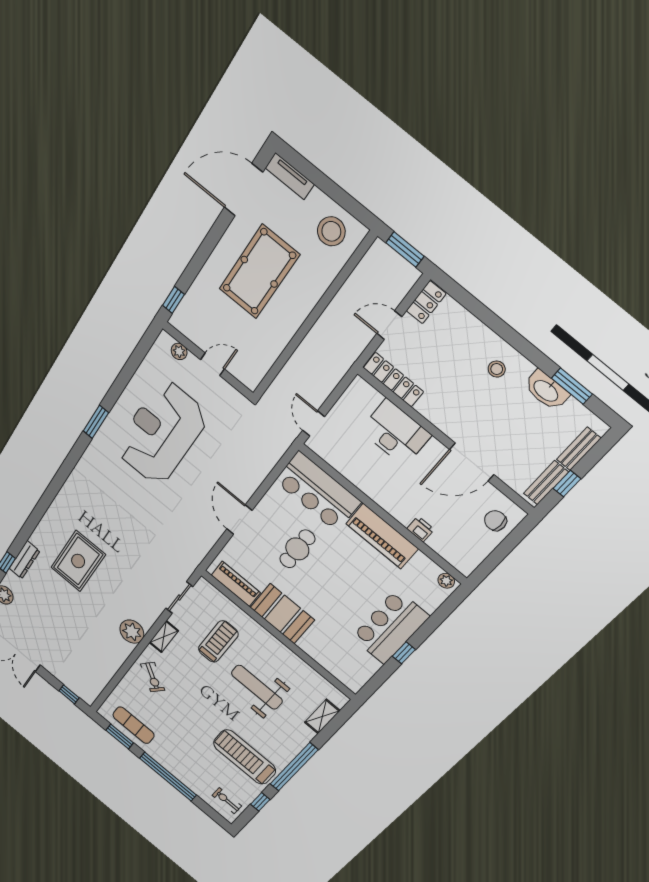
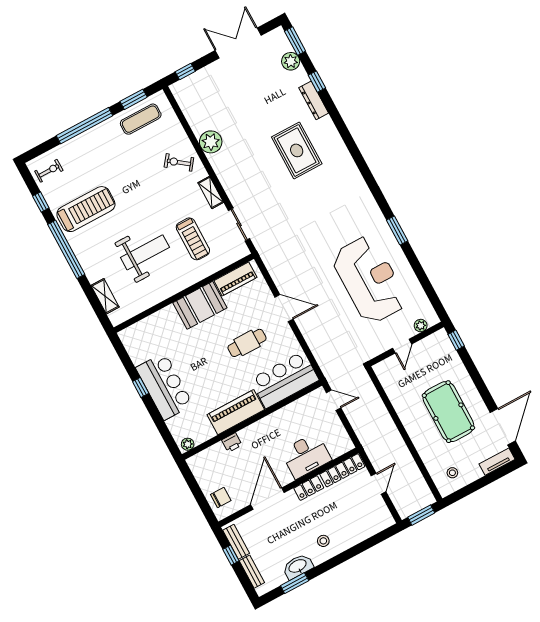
stool: (331, 231) -> (452, 473), width x0.53, depth x0.53
locker: (426, 302) -> (309, 488), moved, turned -90
cafe table: (297, 549) -> (247, 343), turned 90
plant: (132, 632) -> (211, 142), moved

